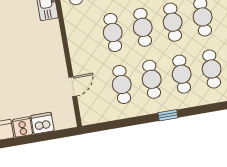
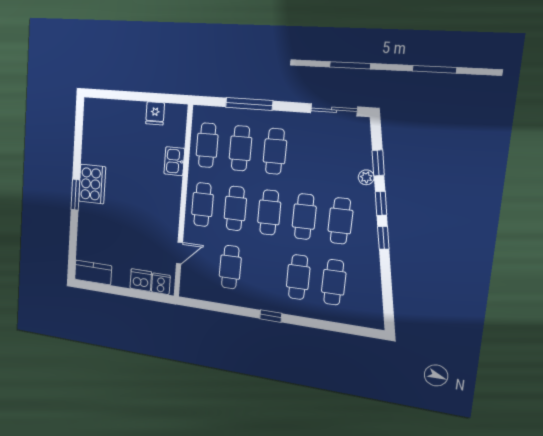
cafe table: (152, 79) -> (202, 205), moved
cooker: (23, 127) -> (161, 284), moved

